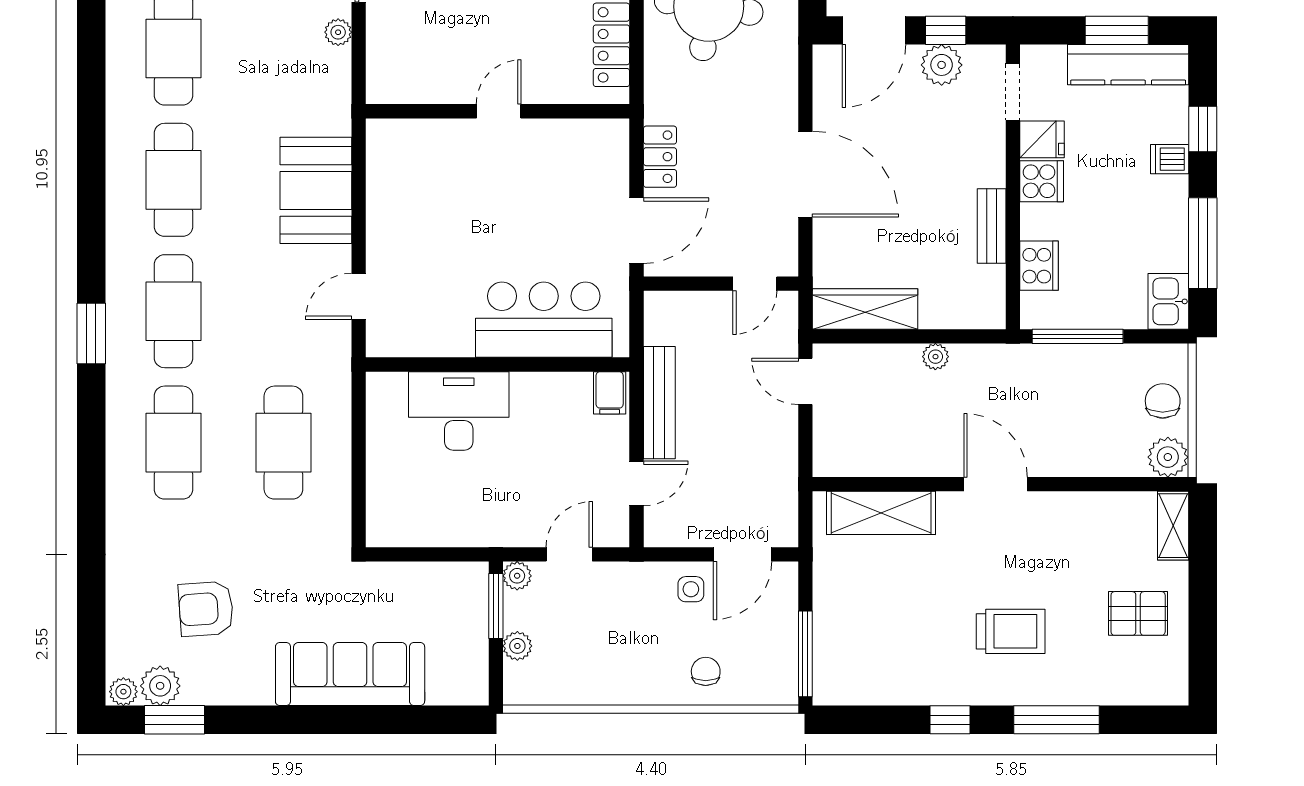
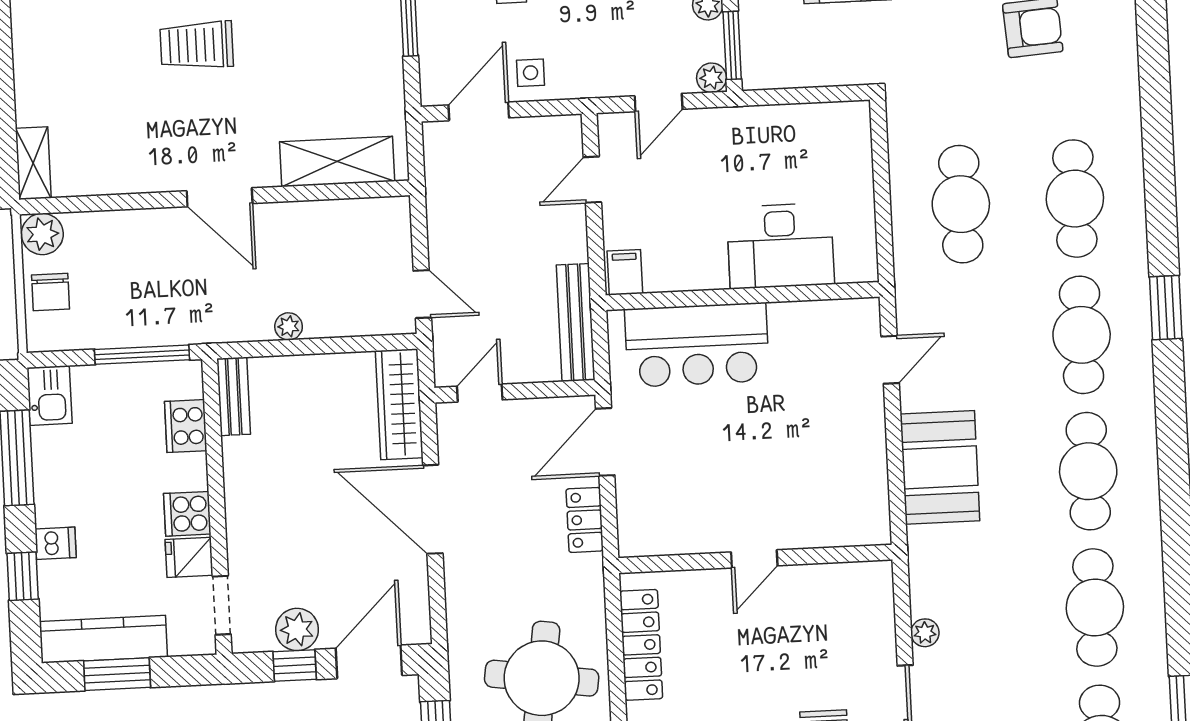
bench: (992, 226) -> (234, 396), moved
wardrobe: (865, 309) -> (399, 404), moved, turned 90
bench: (659, 403) -> (576, 322), moved
pallet: (1138, 613) -> (65, 70), removed

